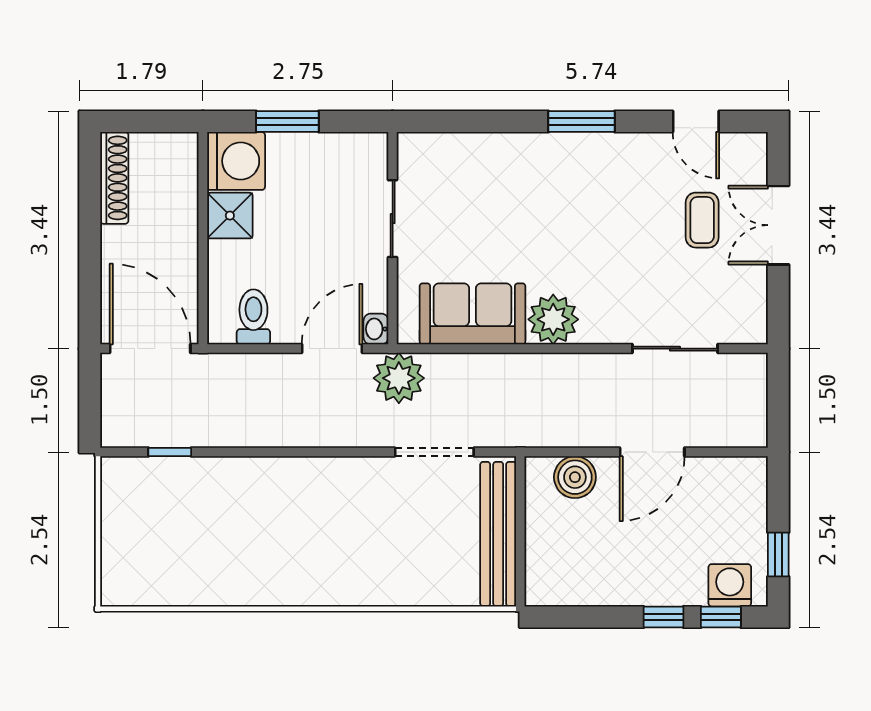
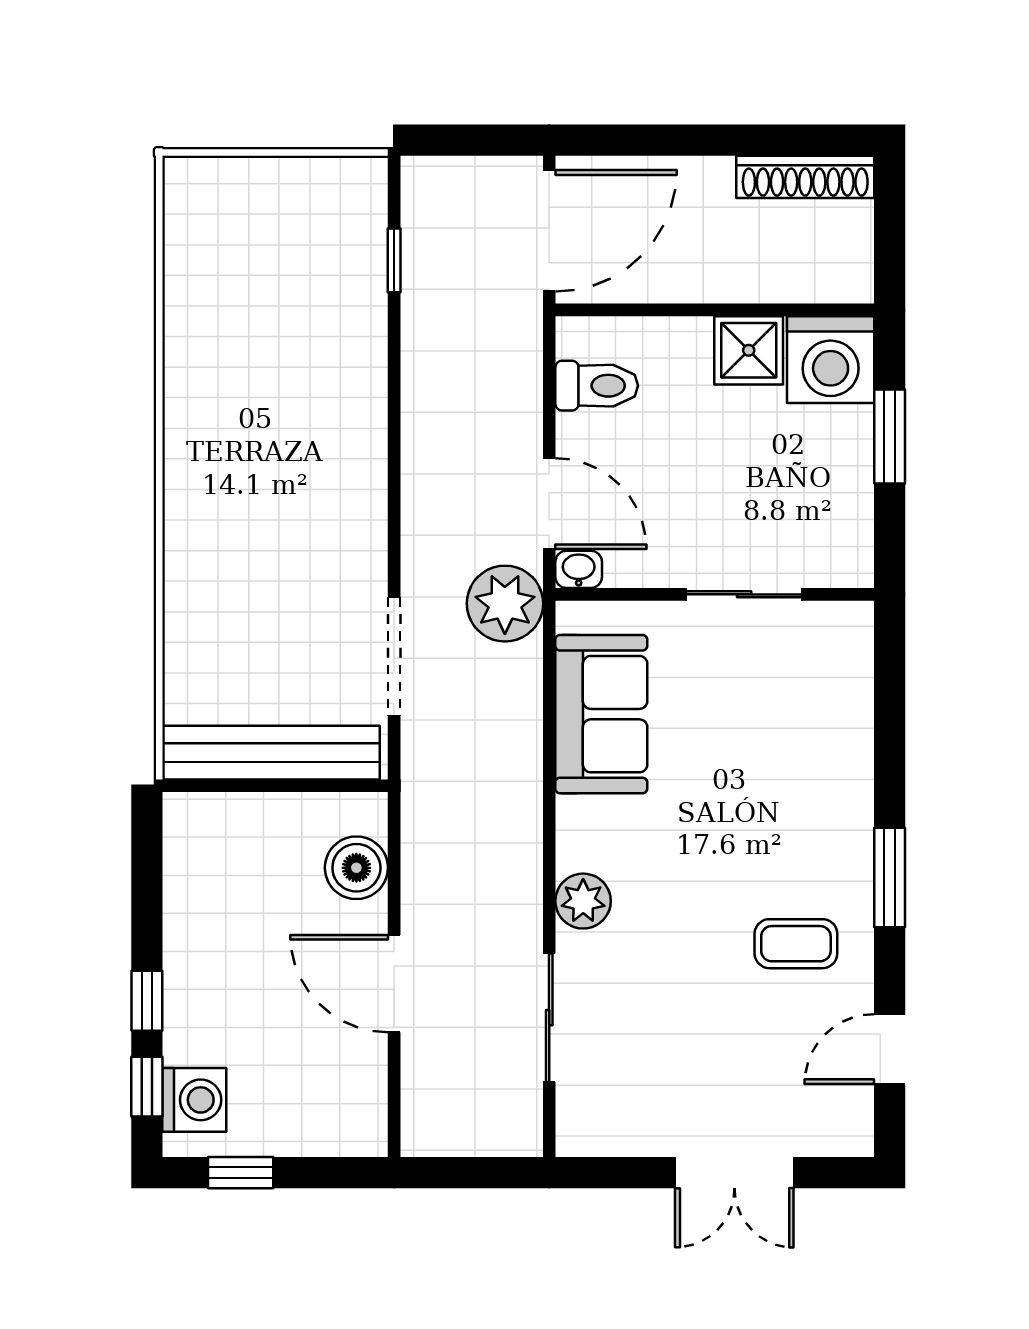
coffee table: (702, 220) -> (796, 944), moved
double door: (778, 225) -> (734, 1173), swing flipped
plant: (553, 319) -> (583, 901), moved, width x0.73, depth x0.73

